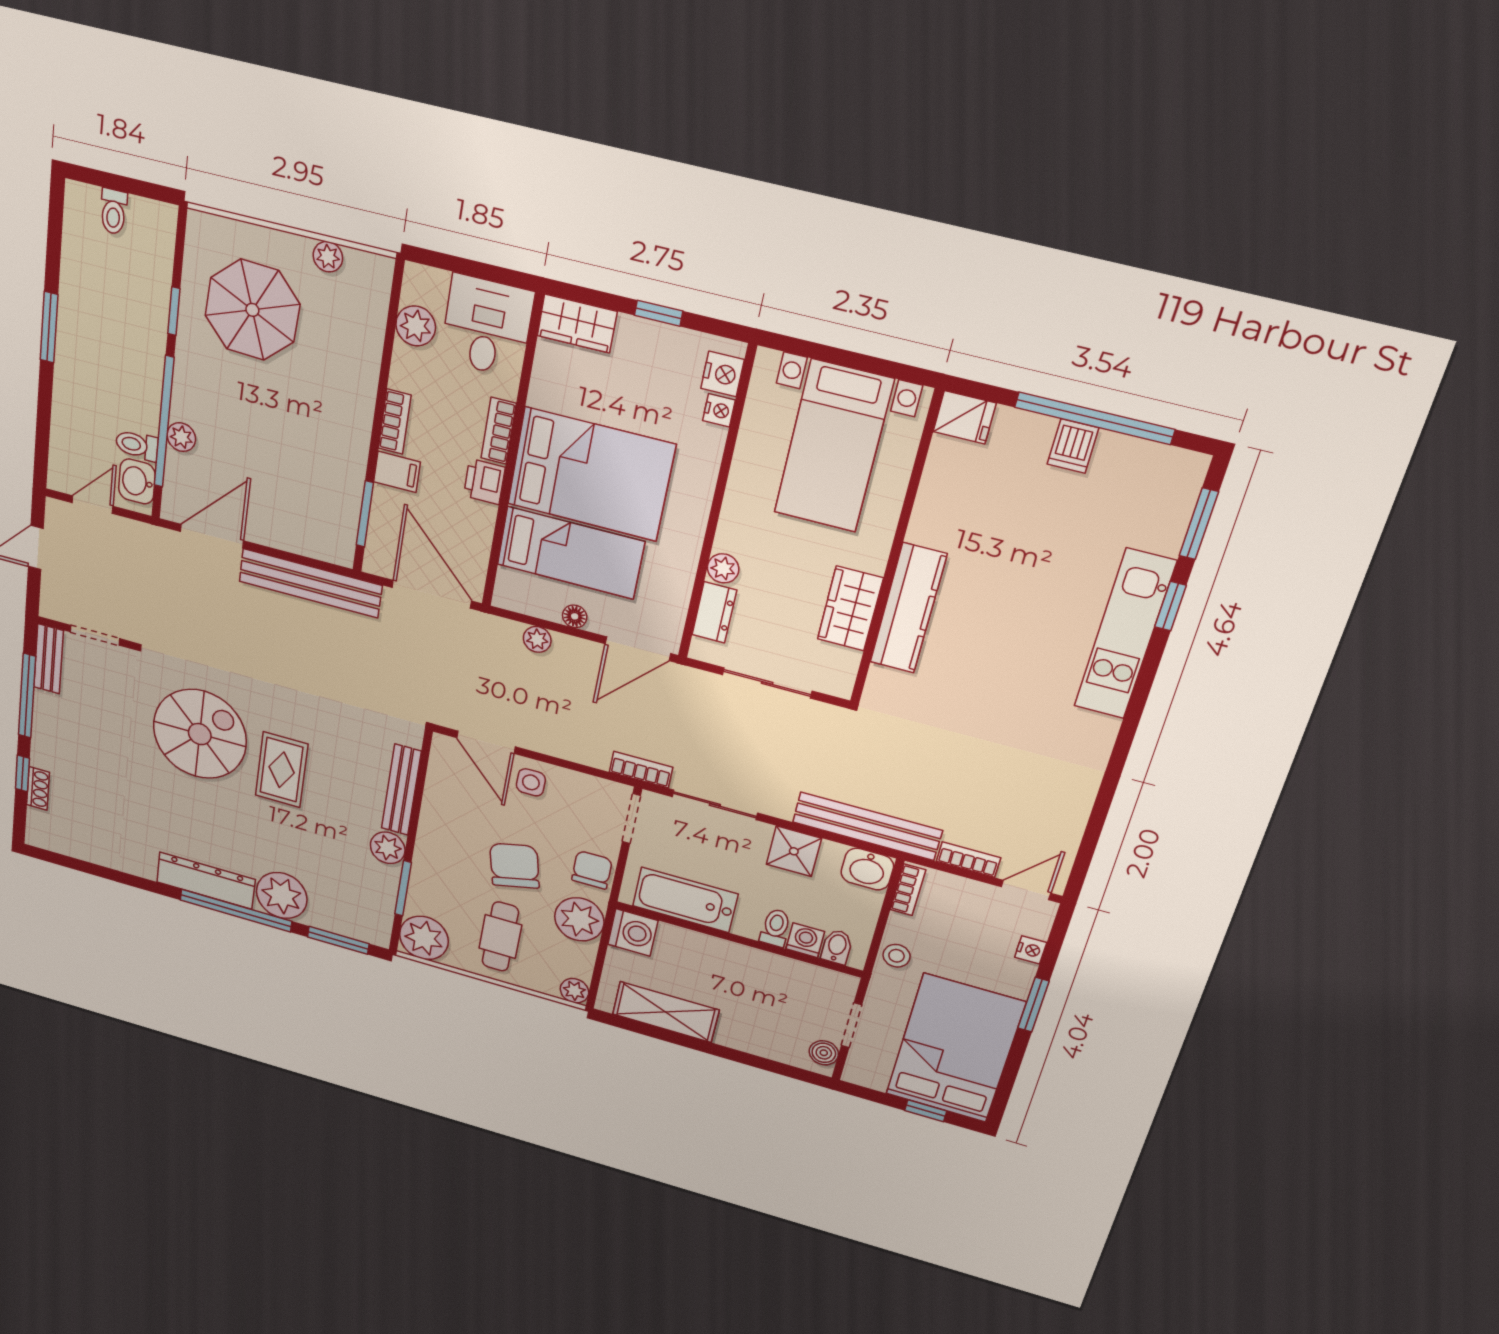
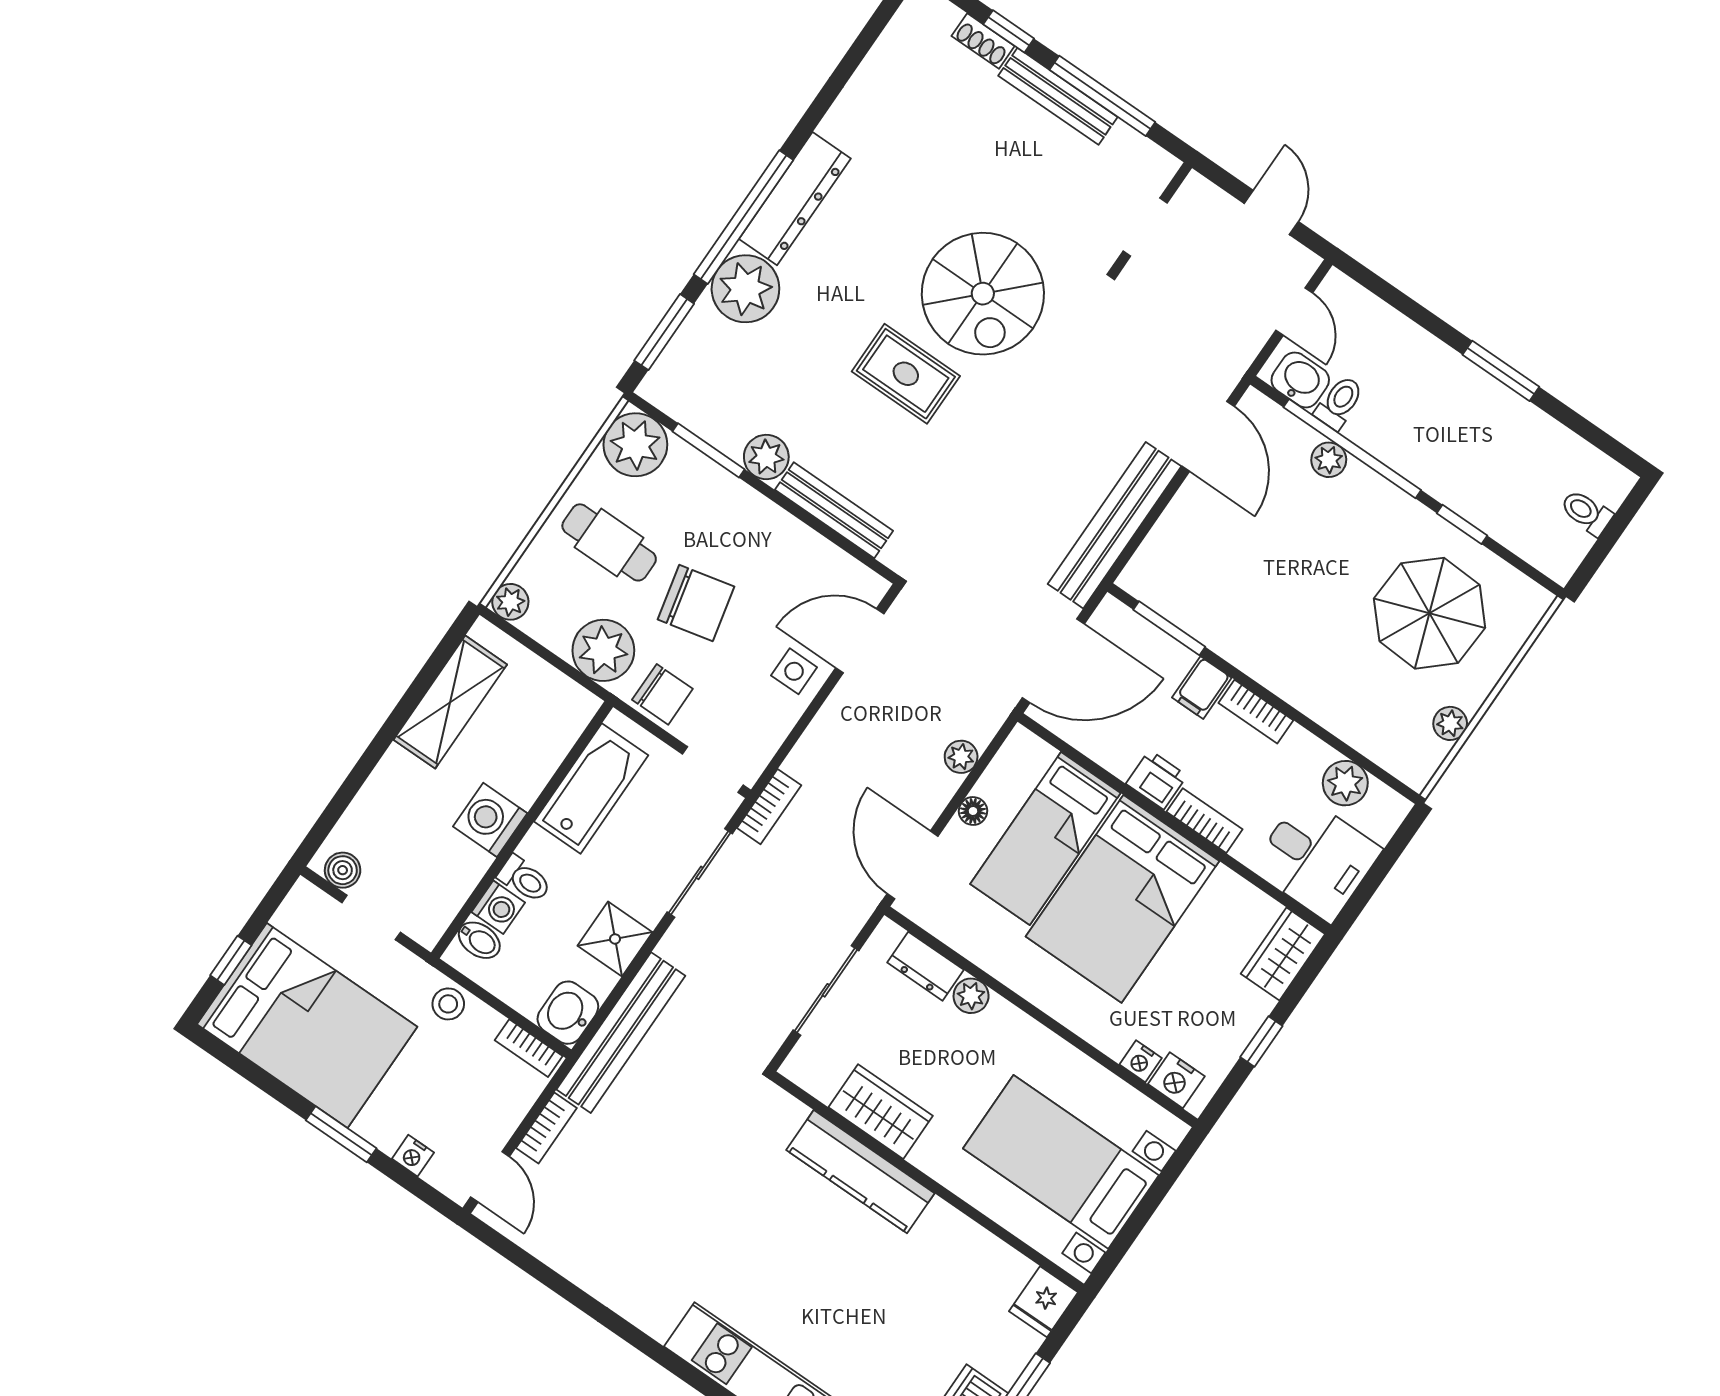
bench: (49, 659) -> (1058, 96), moved, width x1.36
washing machine: (633, 932) -> (490, 820), moved, turned 90

